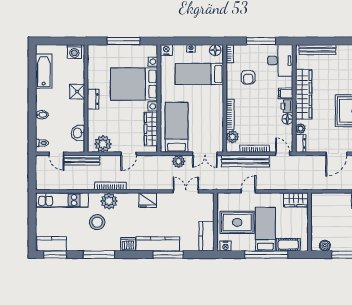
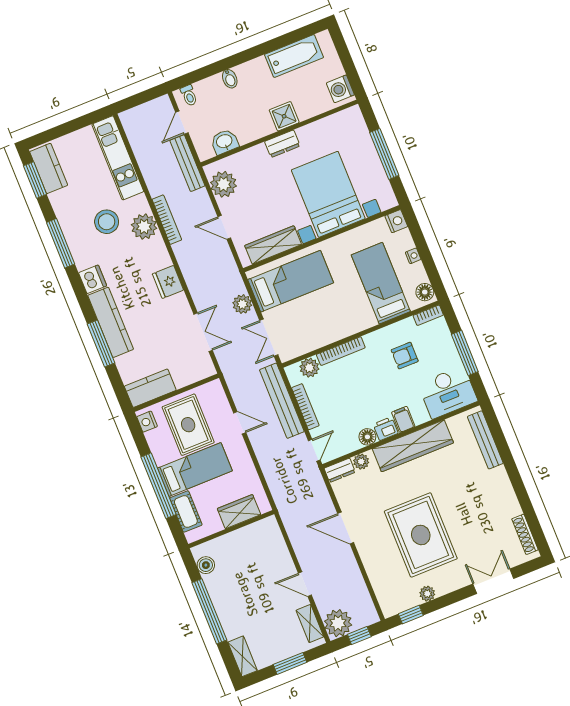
wardrobe: (296, 200) -> (239, 512), moved, turned 90

